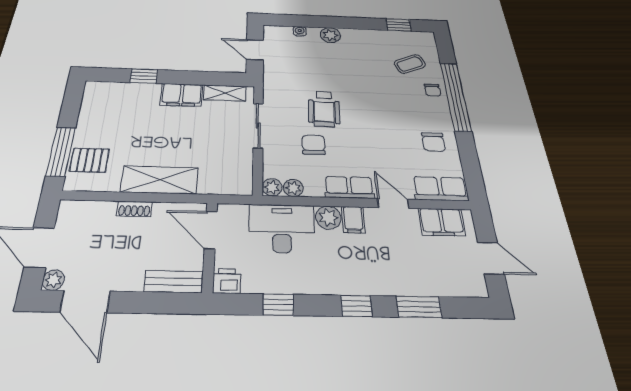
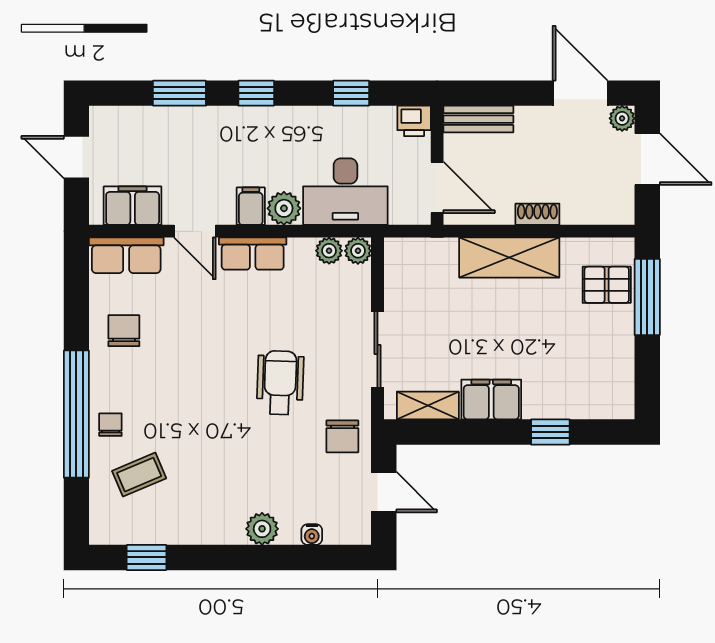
chair: (314, 145) -> (342, 436), moved

